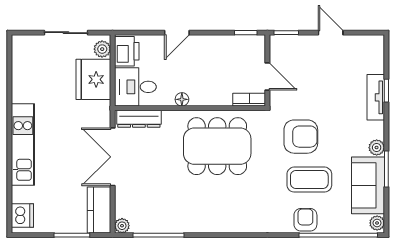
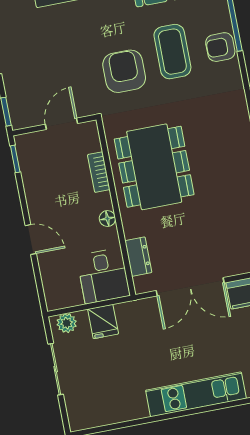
printer: (127, 51) -> (64, 294), removed
fridge: (93, 79) -> (103, 321), width x0.53, depth x0.75
bookcase: (249, 100) -> (99, 172), moved
dresser: (139, 119) -> (138, 257), width x0.70

